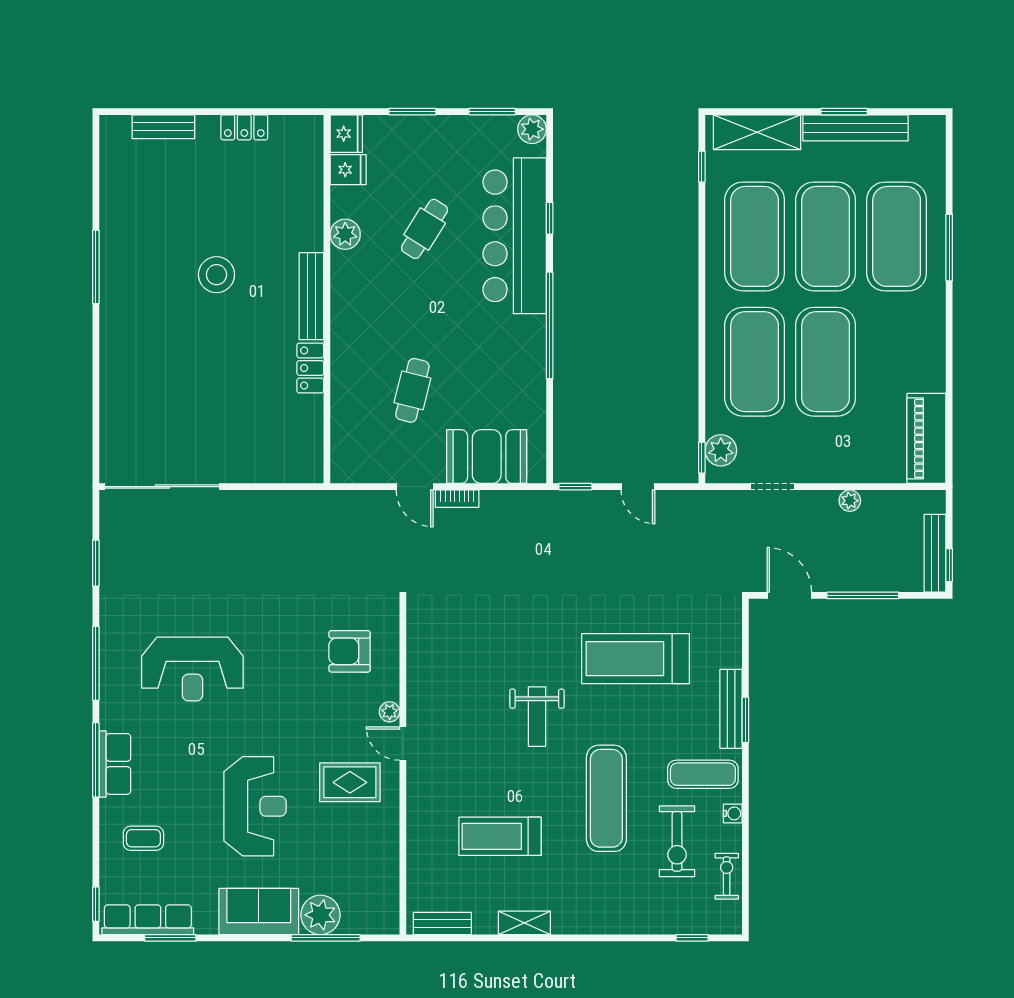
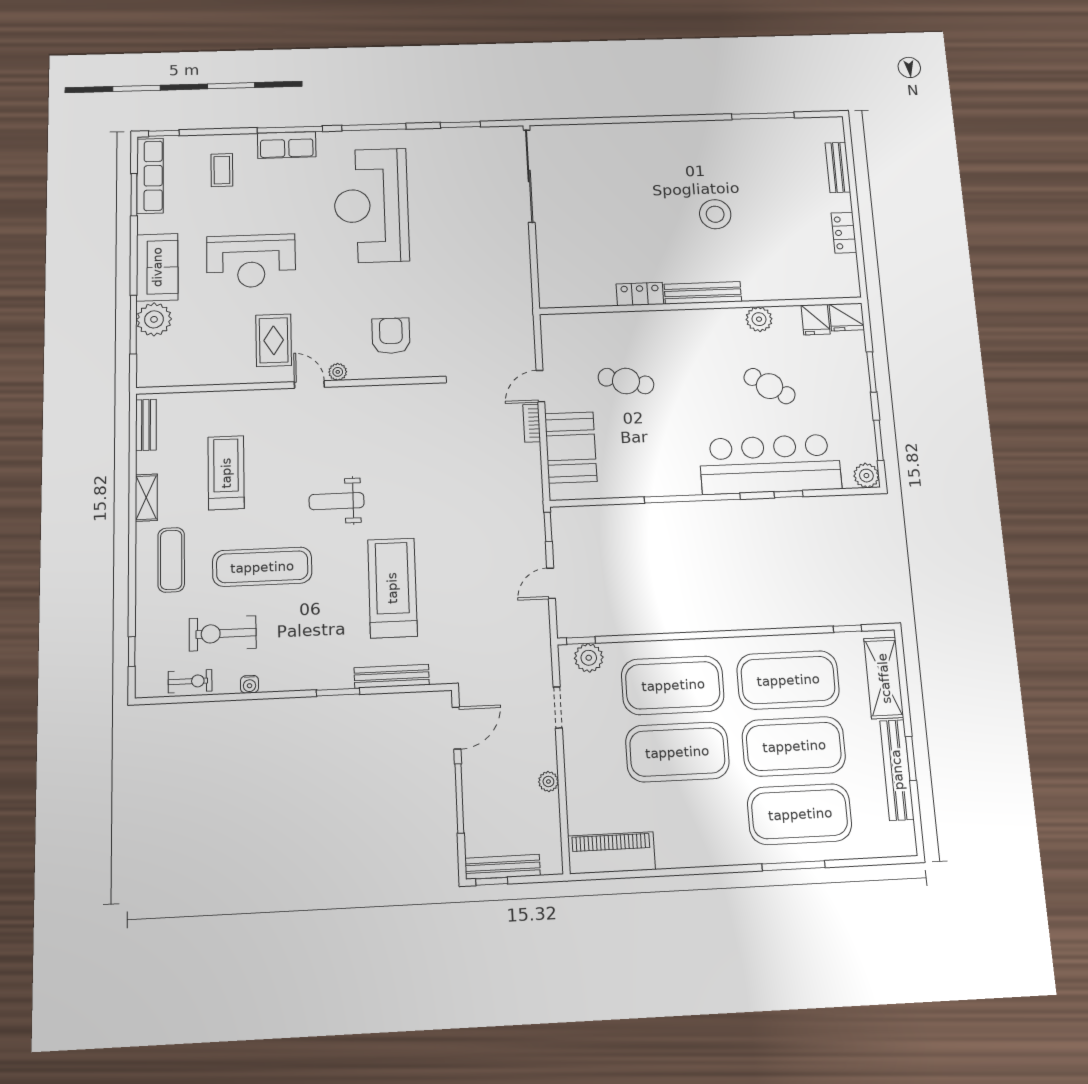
window: (96, 267) -> (763, 116), moved
reception desk: (192, 669) -> (371, 205), width x1.36, depth x1.30
bench: (731, 709) -> (392, 676), moved
door: (403, 743) -> (309, 384), hinge flipped
exercise mat: (703, 774) -> (171, 560), moved

